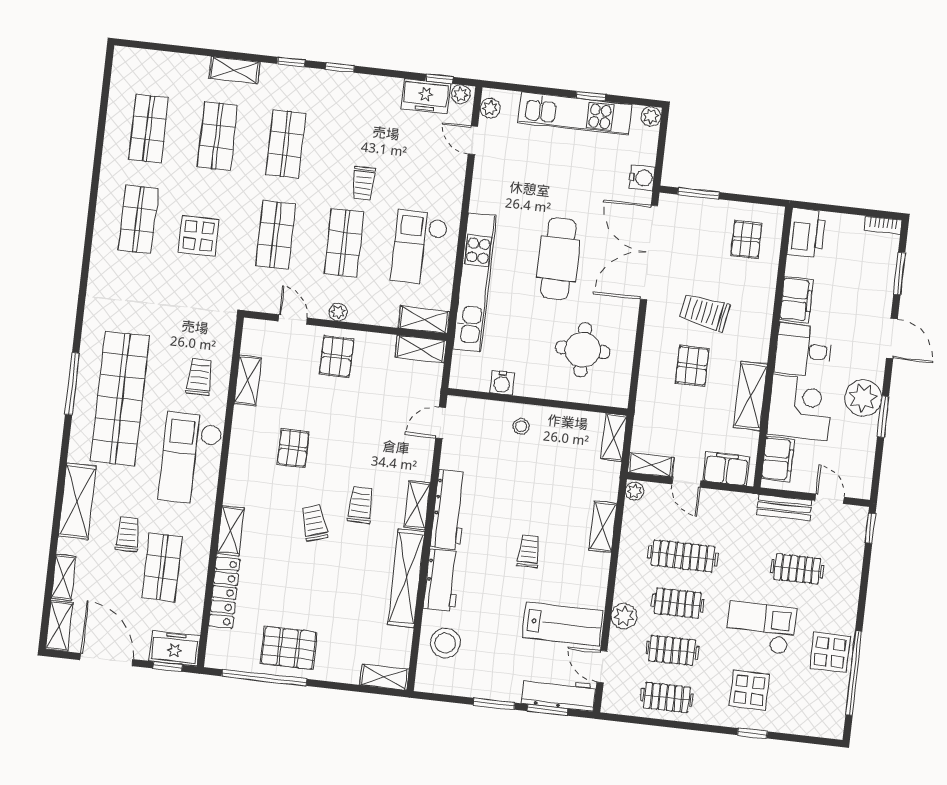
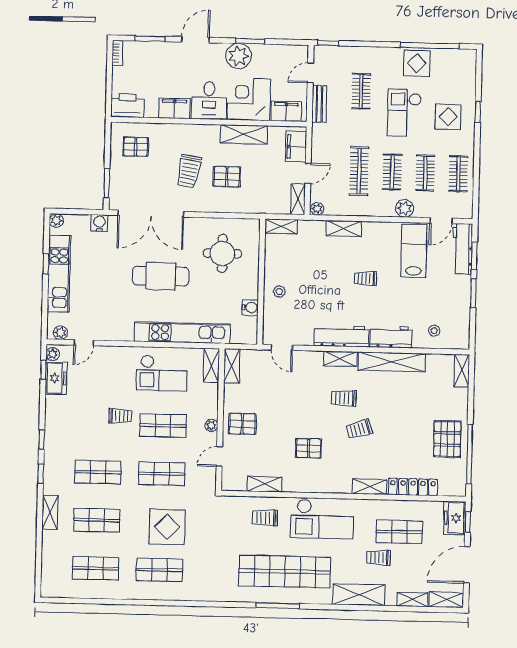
display table: (199, 236) -> (167, 527), width x1.36, depth x1.36
stool: (445, 643) -> (434, 331), width x0.53, depth x0.53

